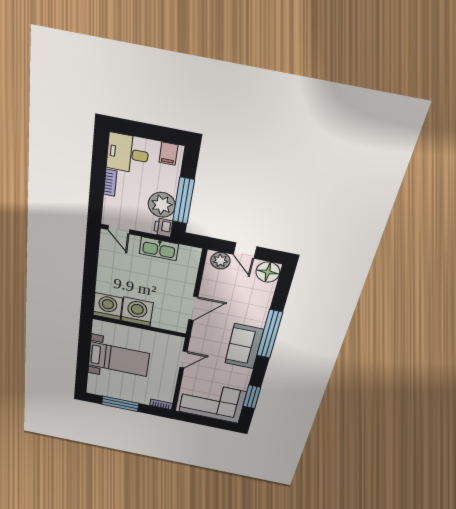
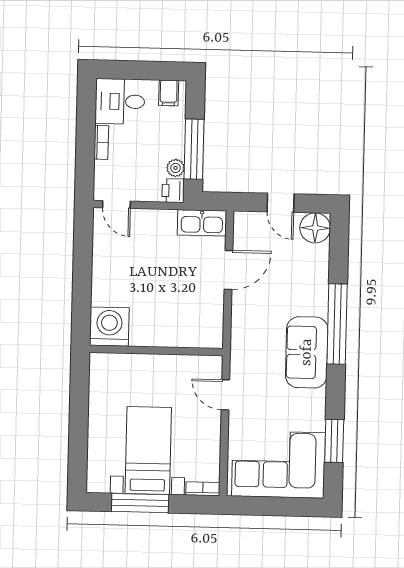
plant: (162, 205) -> (176, 168), width x0.53, depth x0.53
kitchen sink: (159, 249) -> (202, 223), moved
plant: (220, 261) -> (252, 224), removed
door: (193, 308) -> (228, 270), moved
washing machine: (137, 312) -> (151, 326), removed
bed with nightstands: (119, 359) -> (148, 450), moved, turned -90
door: (183, 359) -> (225, 395), swing flipped

